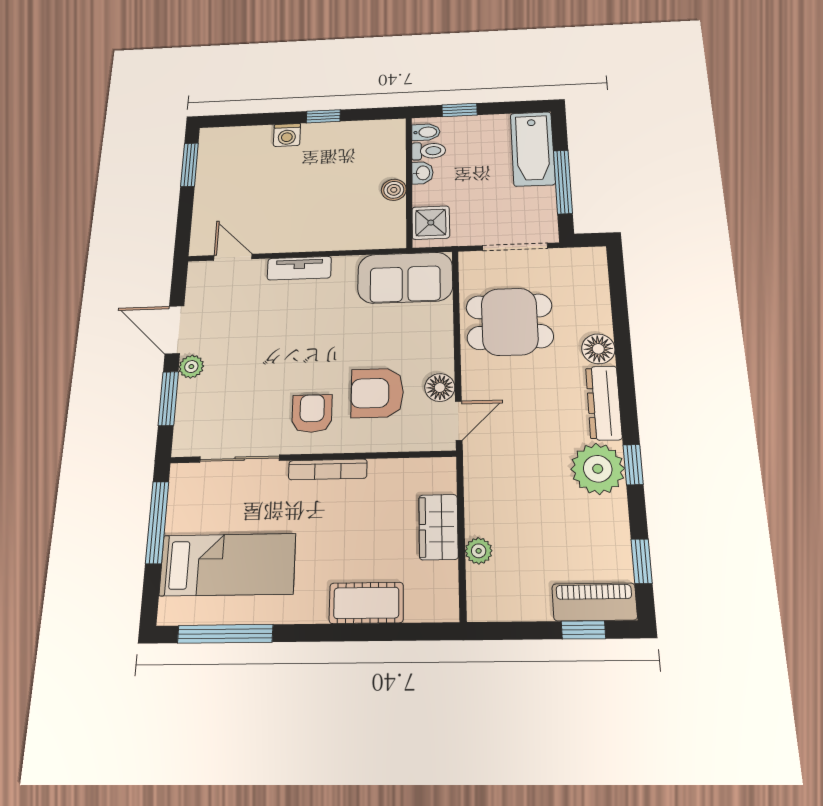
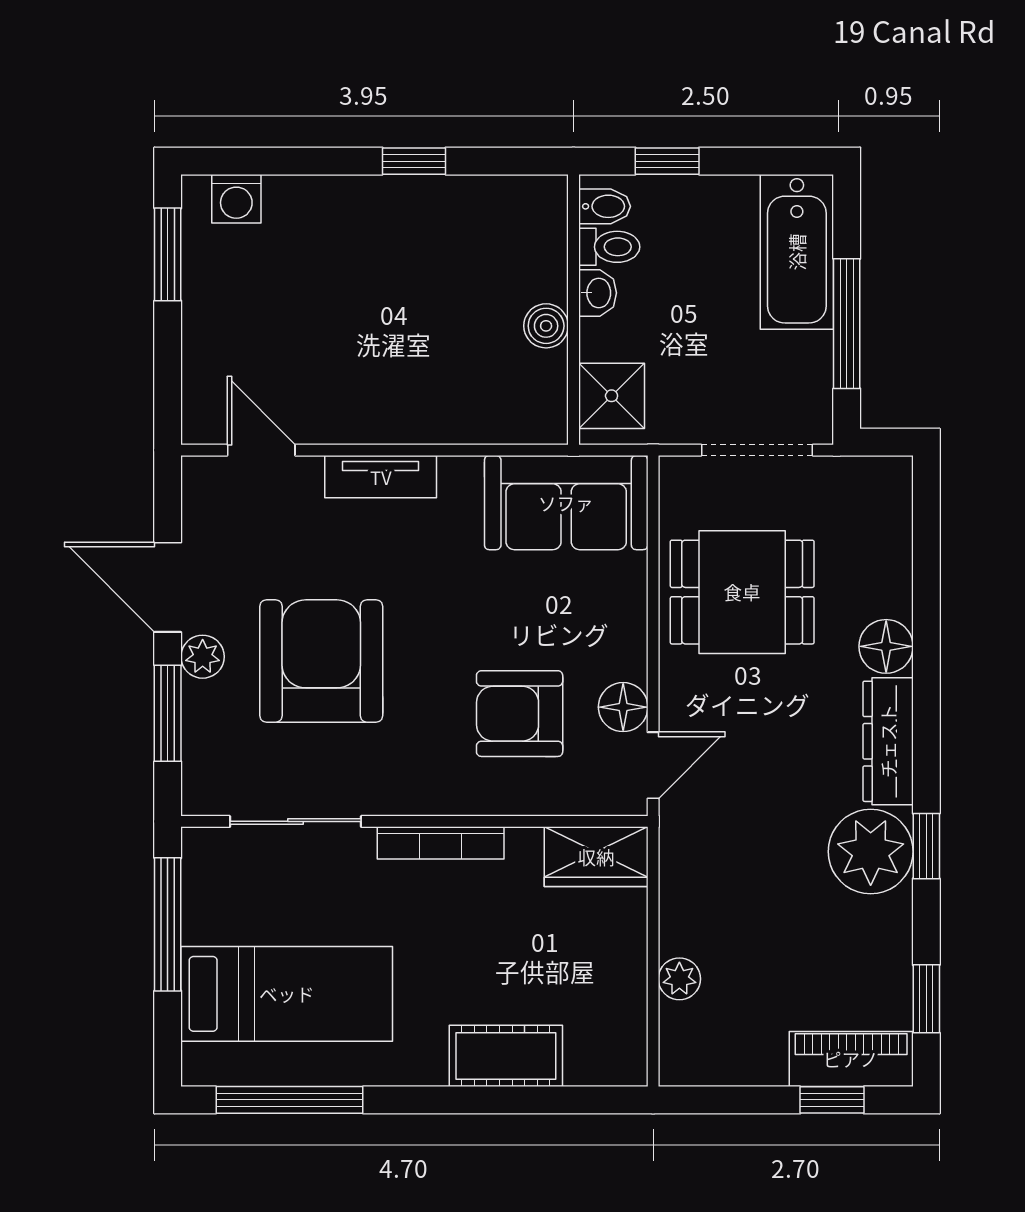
washing machine: (287, 135) -> (236, 199), moved
armchair: (312, 413) -> (321, 661), moved, width x1.88, depth x1.88
wardrobe: (438, 527) -> (596, 857), moved, turned -90

